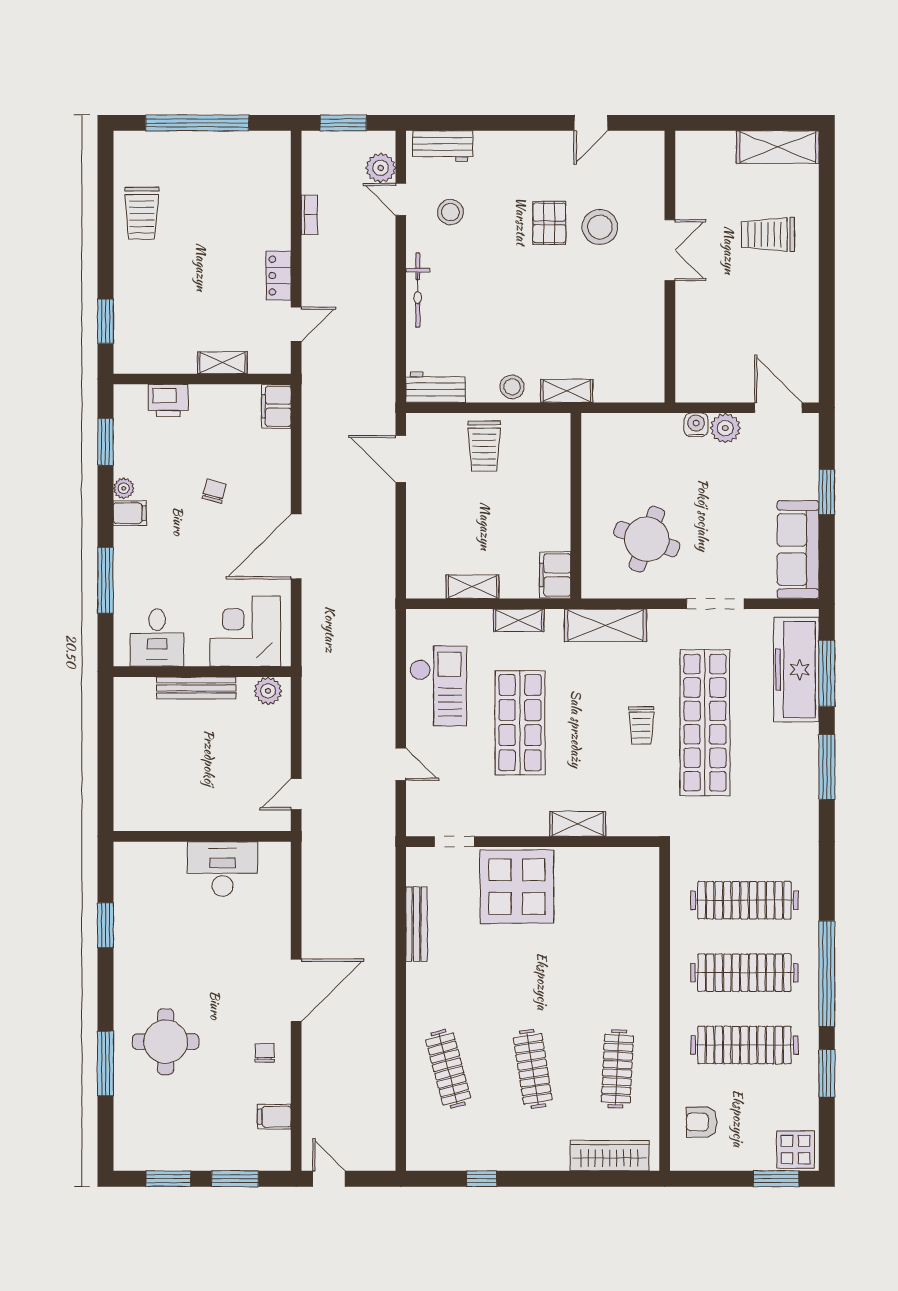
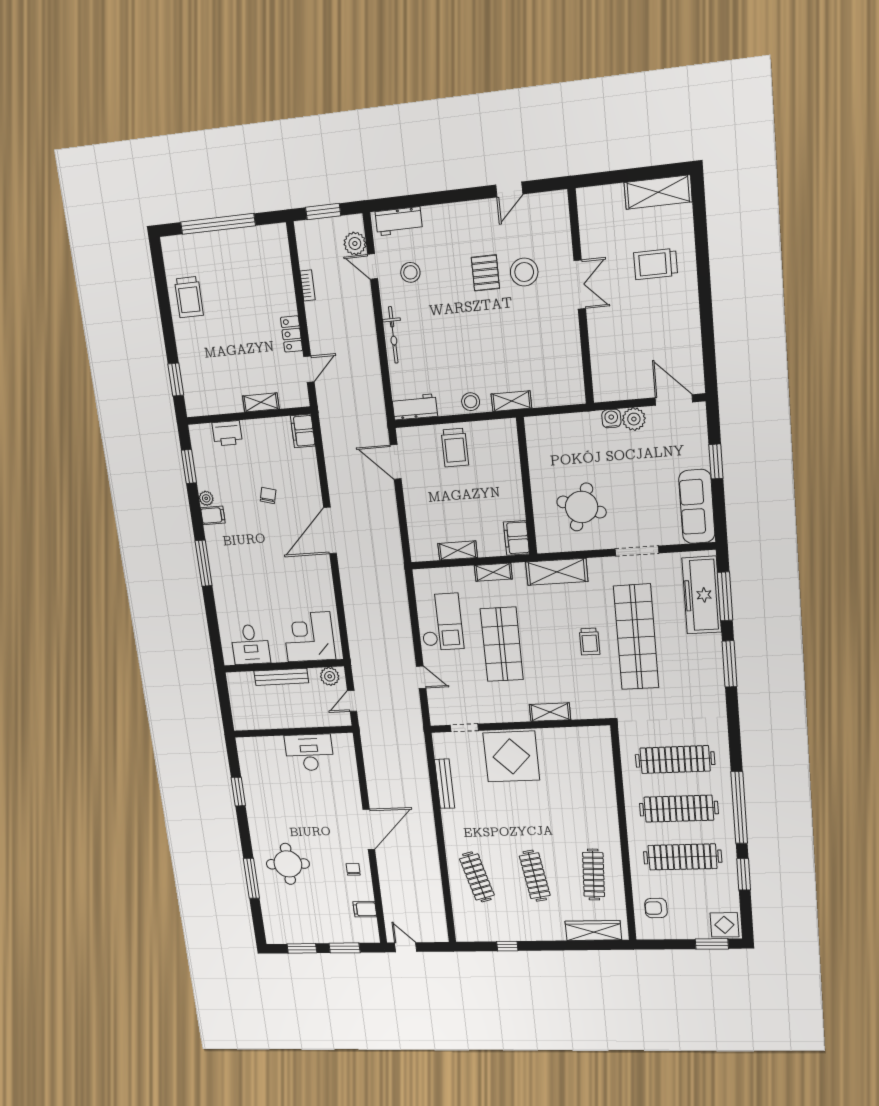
corner desk: (245, 631) -> (309, 637), moved
desk: (157, 638) -> (250, 644), moved
wall: (202, 672) -> (284, 666), moved
bench: (196, 688) -> (281, 677), moved
plant: (268, 691) -> (330, 676), moved

